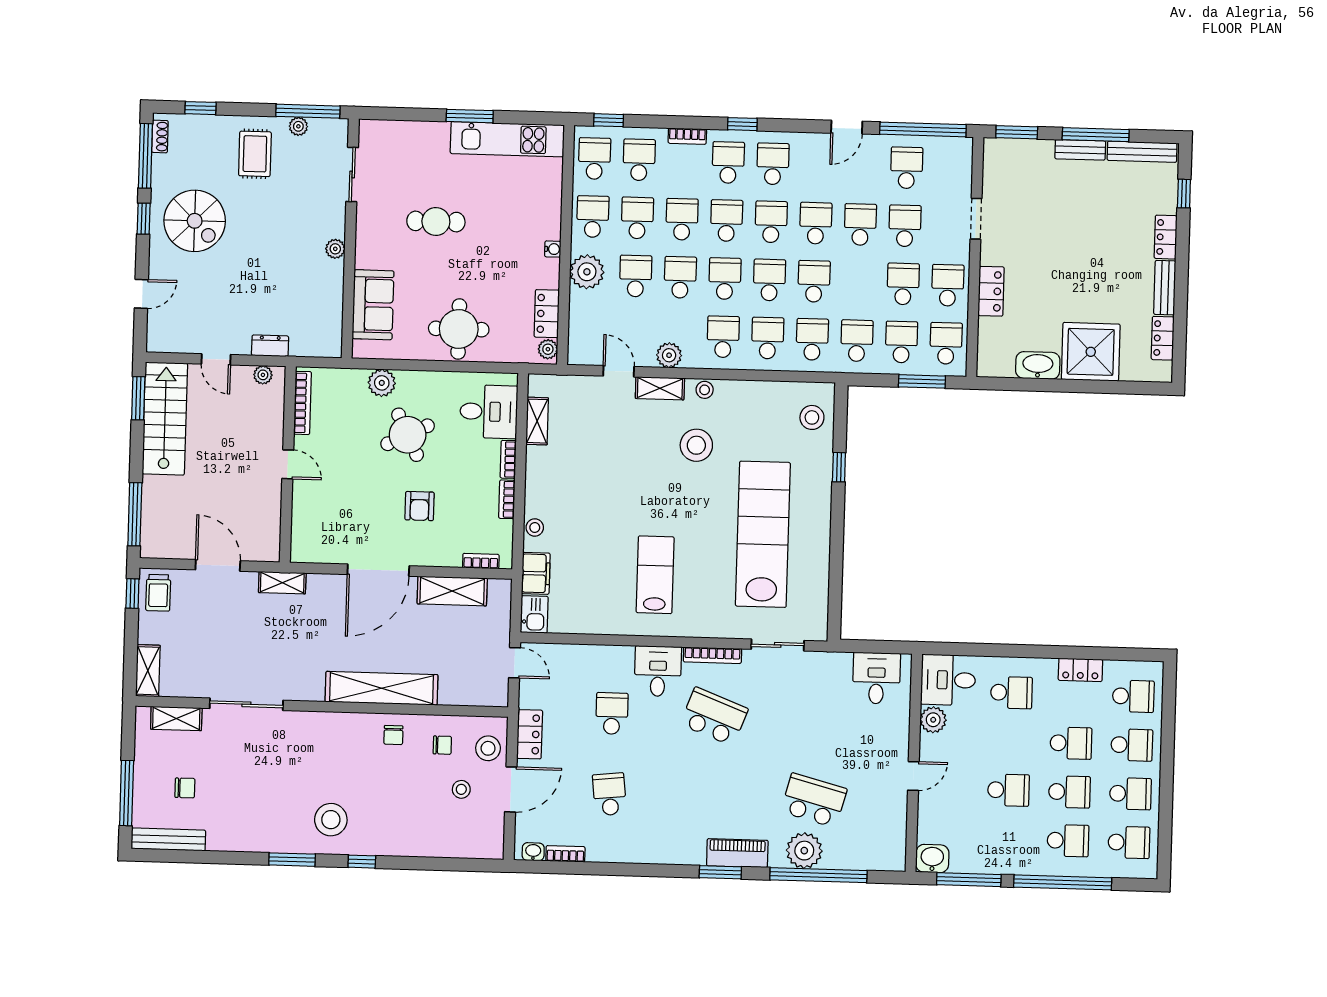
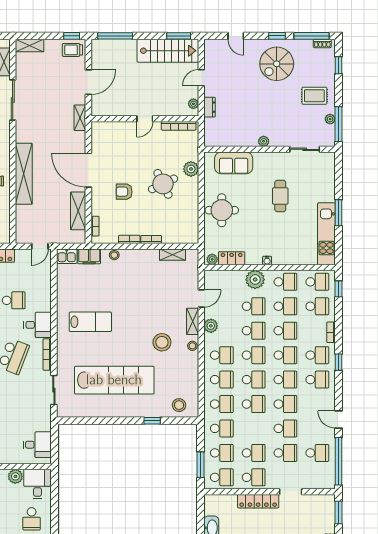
locker: (991, 291) -> (258, 501), width x1.53
desk: (489, 412) -> (177, 228), removed

